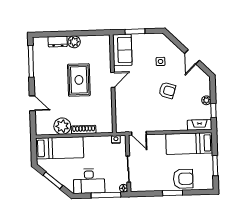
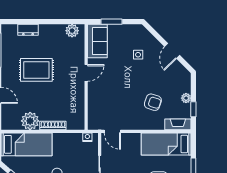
plant: (74, 42) -> (72, 31), moved
rug: (79, 80) -> (36, 70), moved, turned 90
armchair: (167, 90) -> (153, 102), moved

